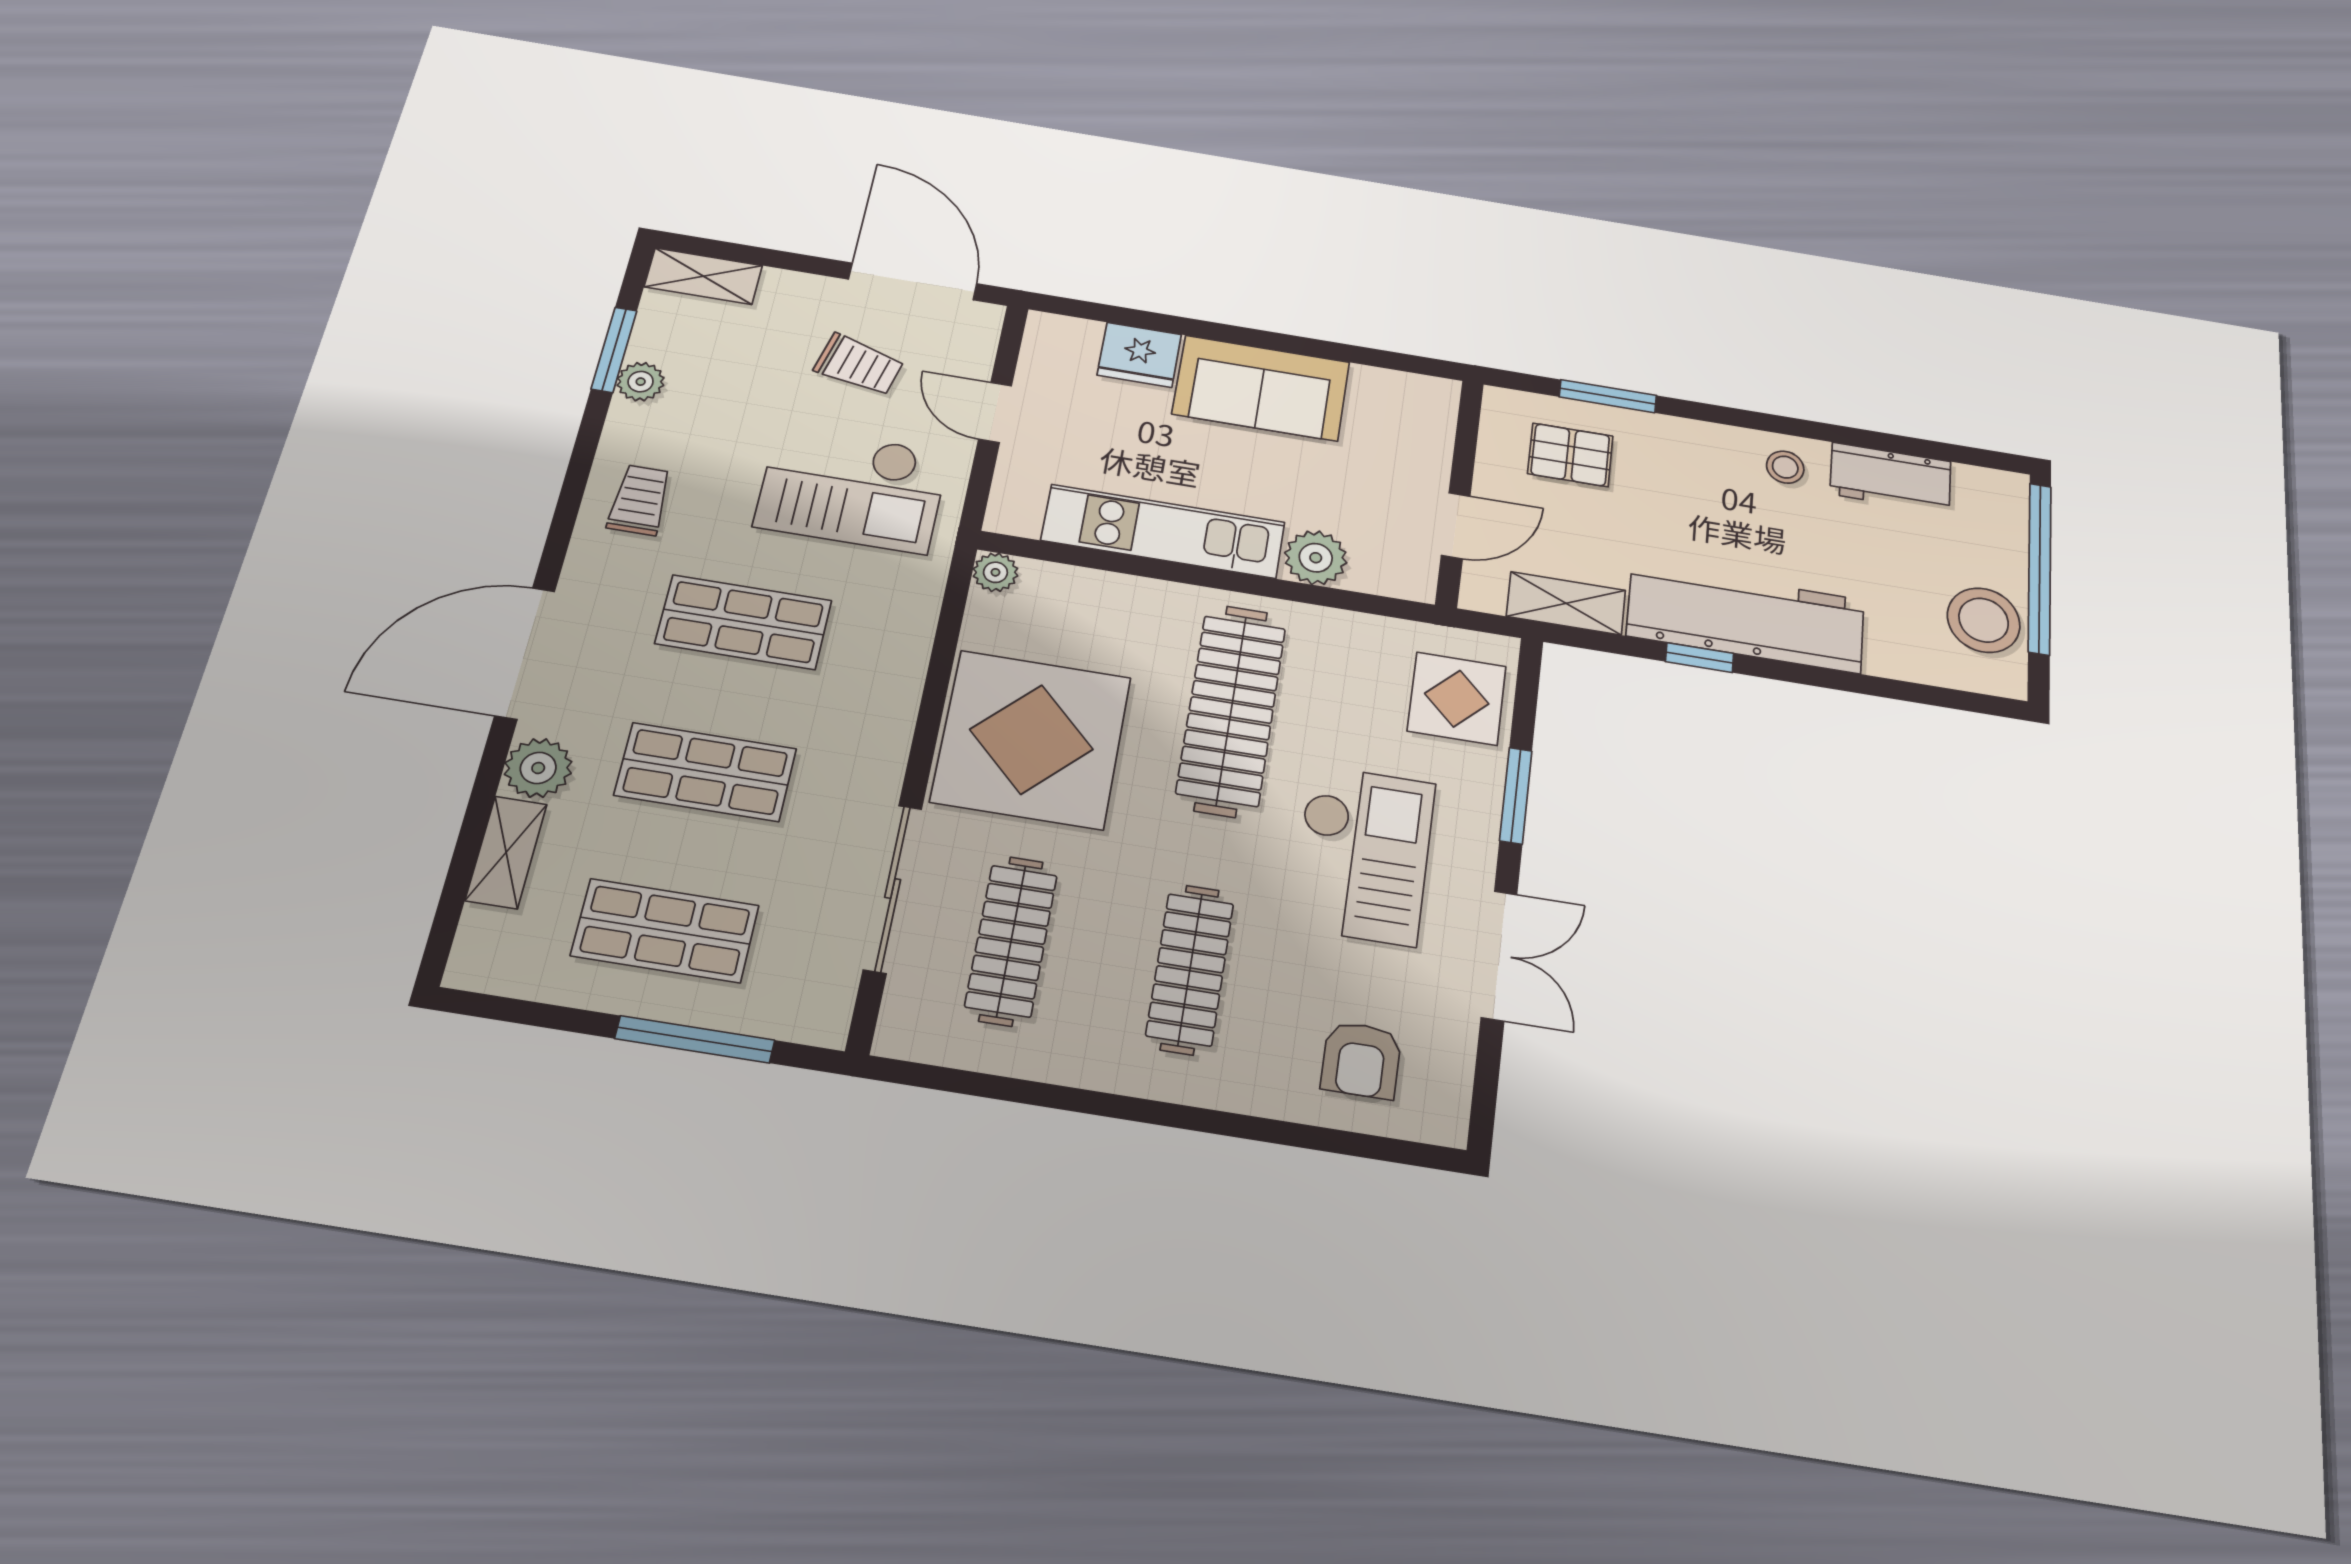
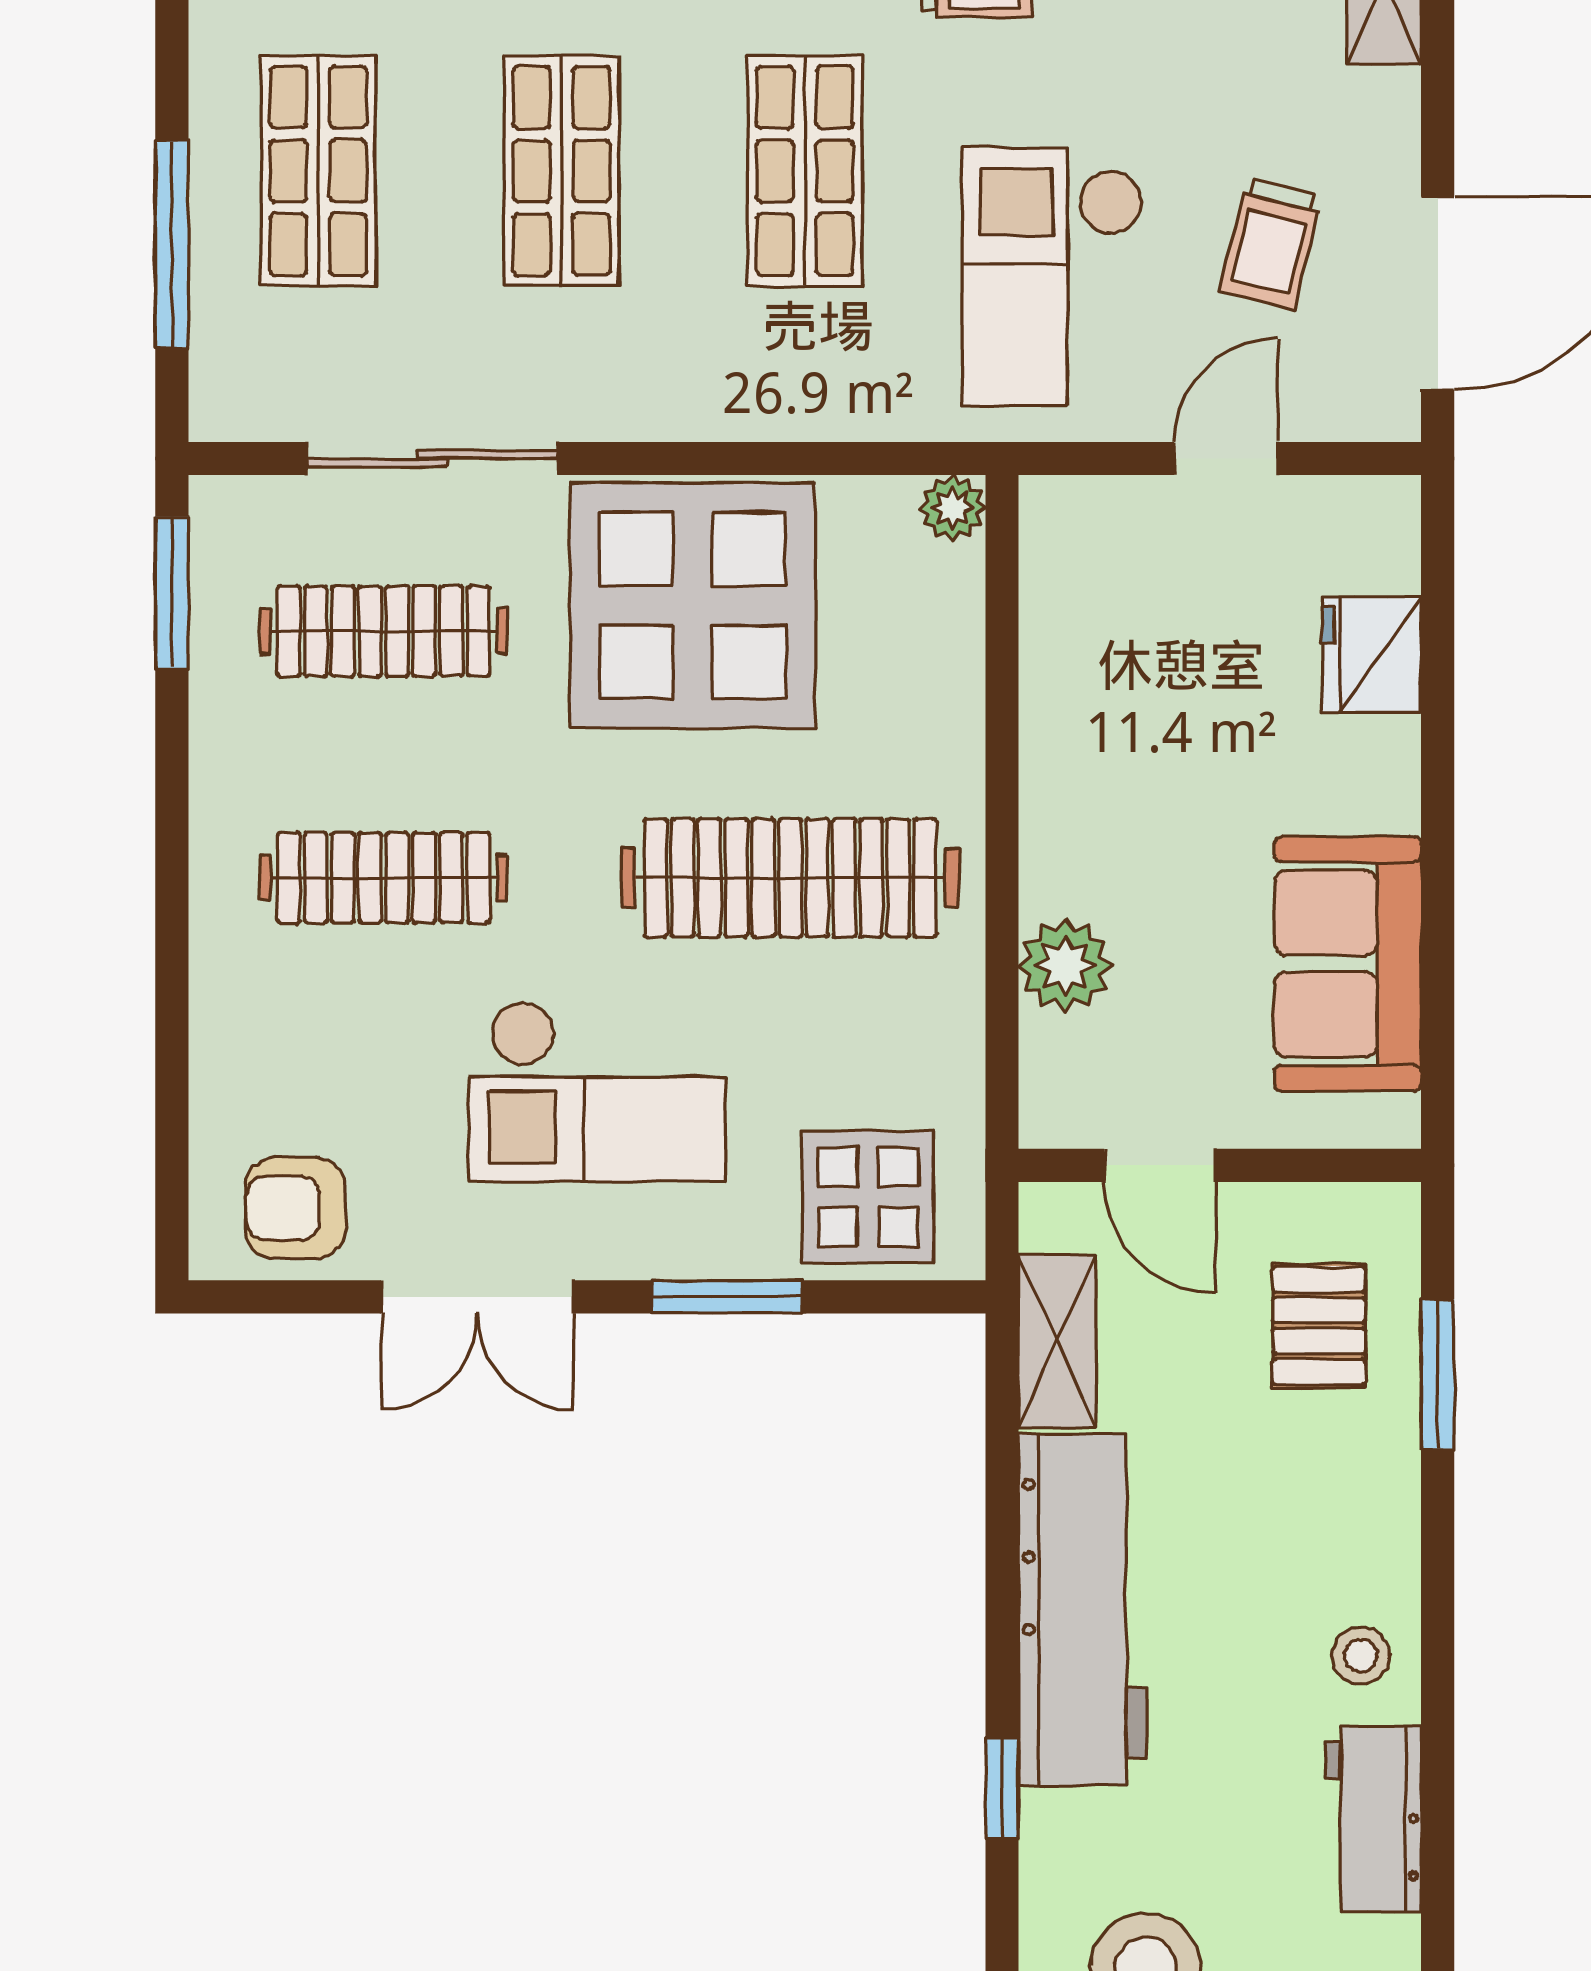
sofa: (1261, 388) -> (1348, 964), moved
kitchen unit: (1163, 531) -> (1068, 738), removed
window: (1700, 658) -> (1002, 1788), moved
armchair: (1361, 1060) -> (295, 1208), moved
window: (955, 1081) -> (172, 593), added

